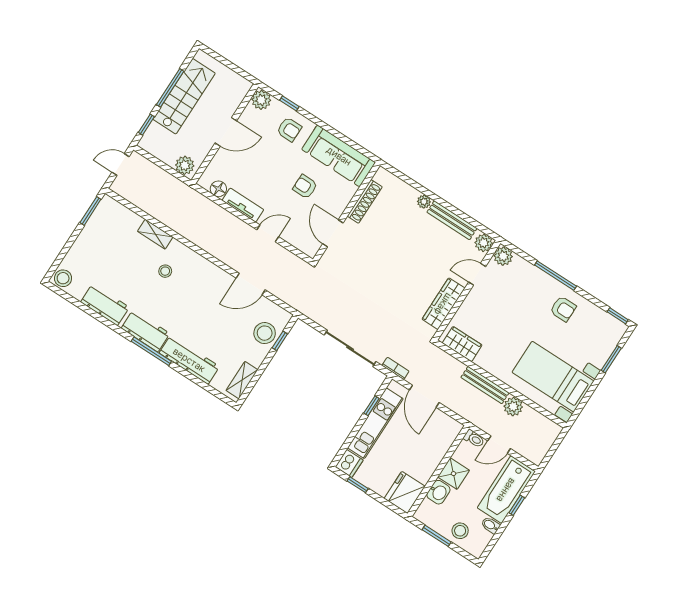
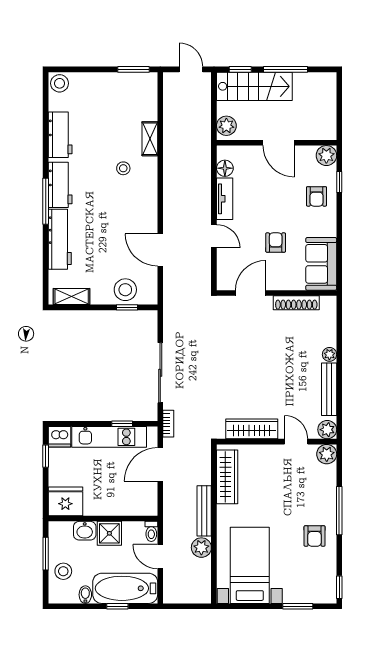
stairs: (184, 96) -> (254, 86), moved
sofa: (339, 156) -> (321, 264), width x0.73
wardrobe: (462, 344) -> (227, 477), width x1.50

